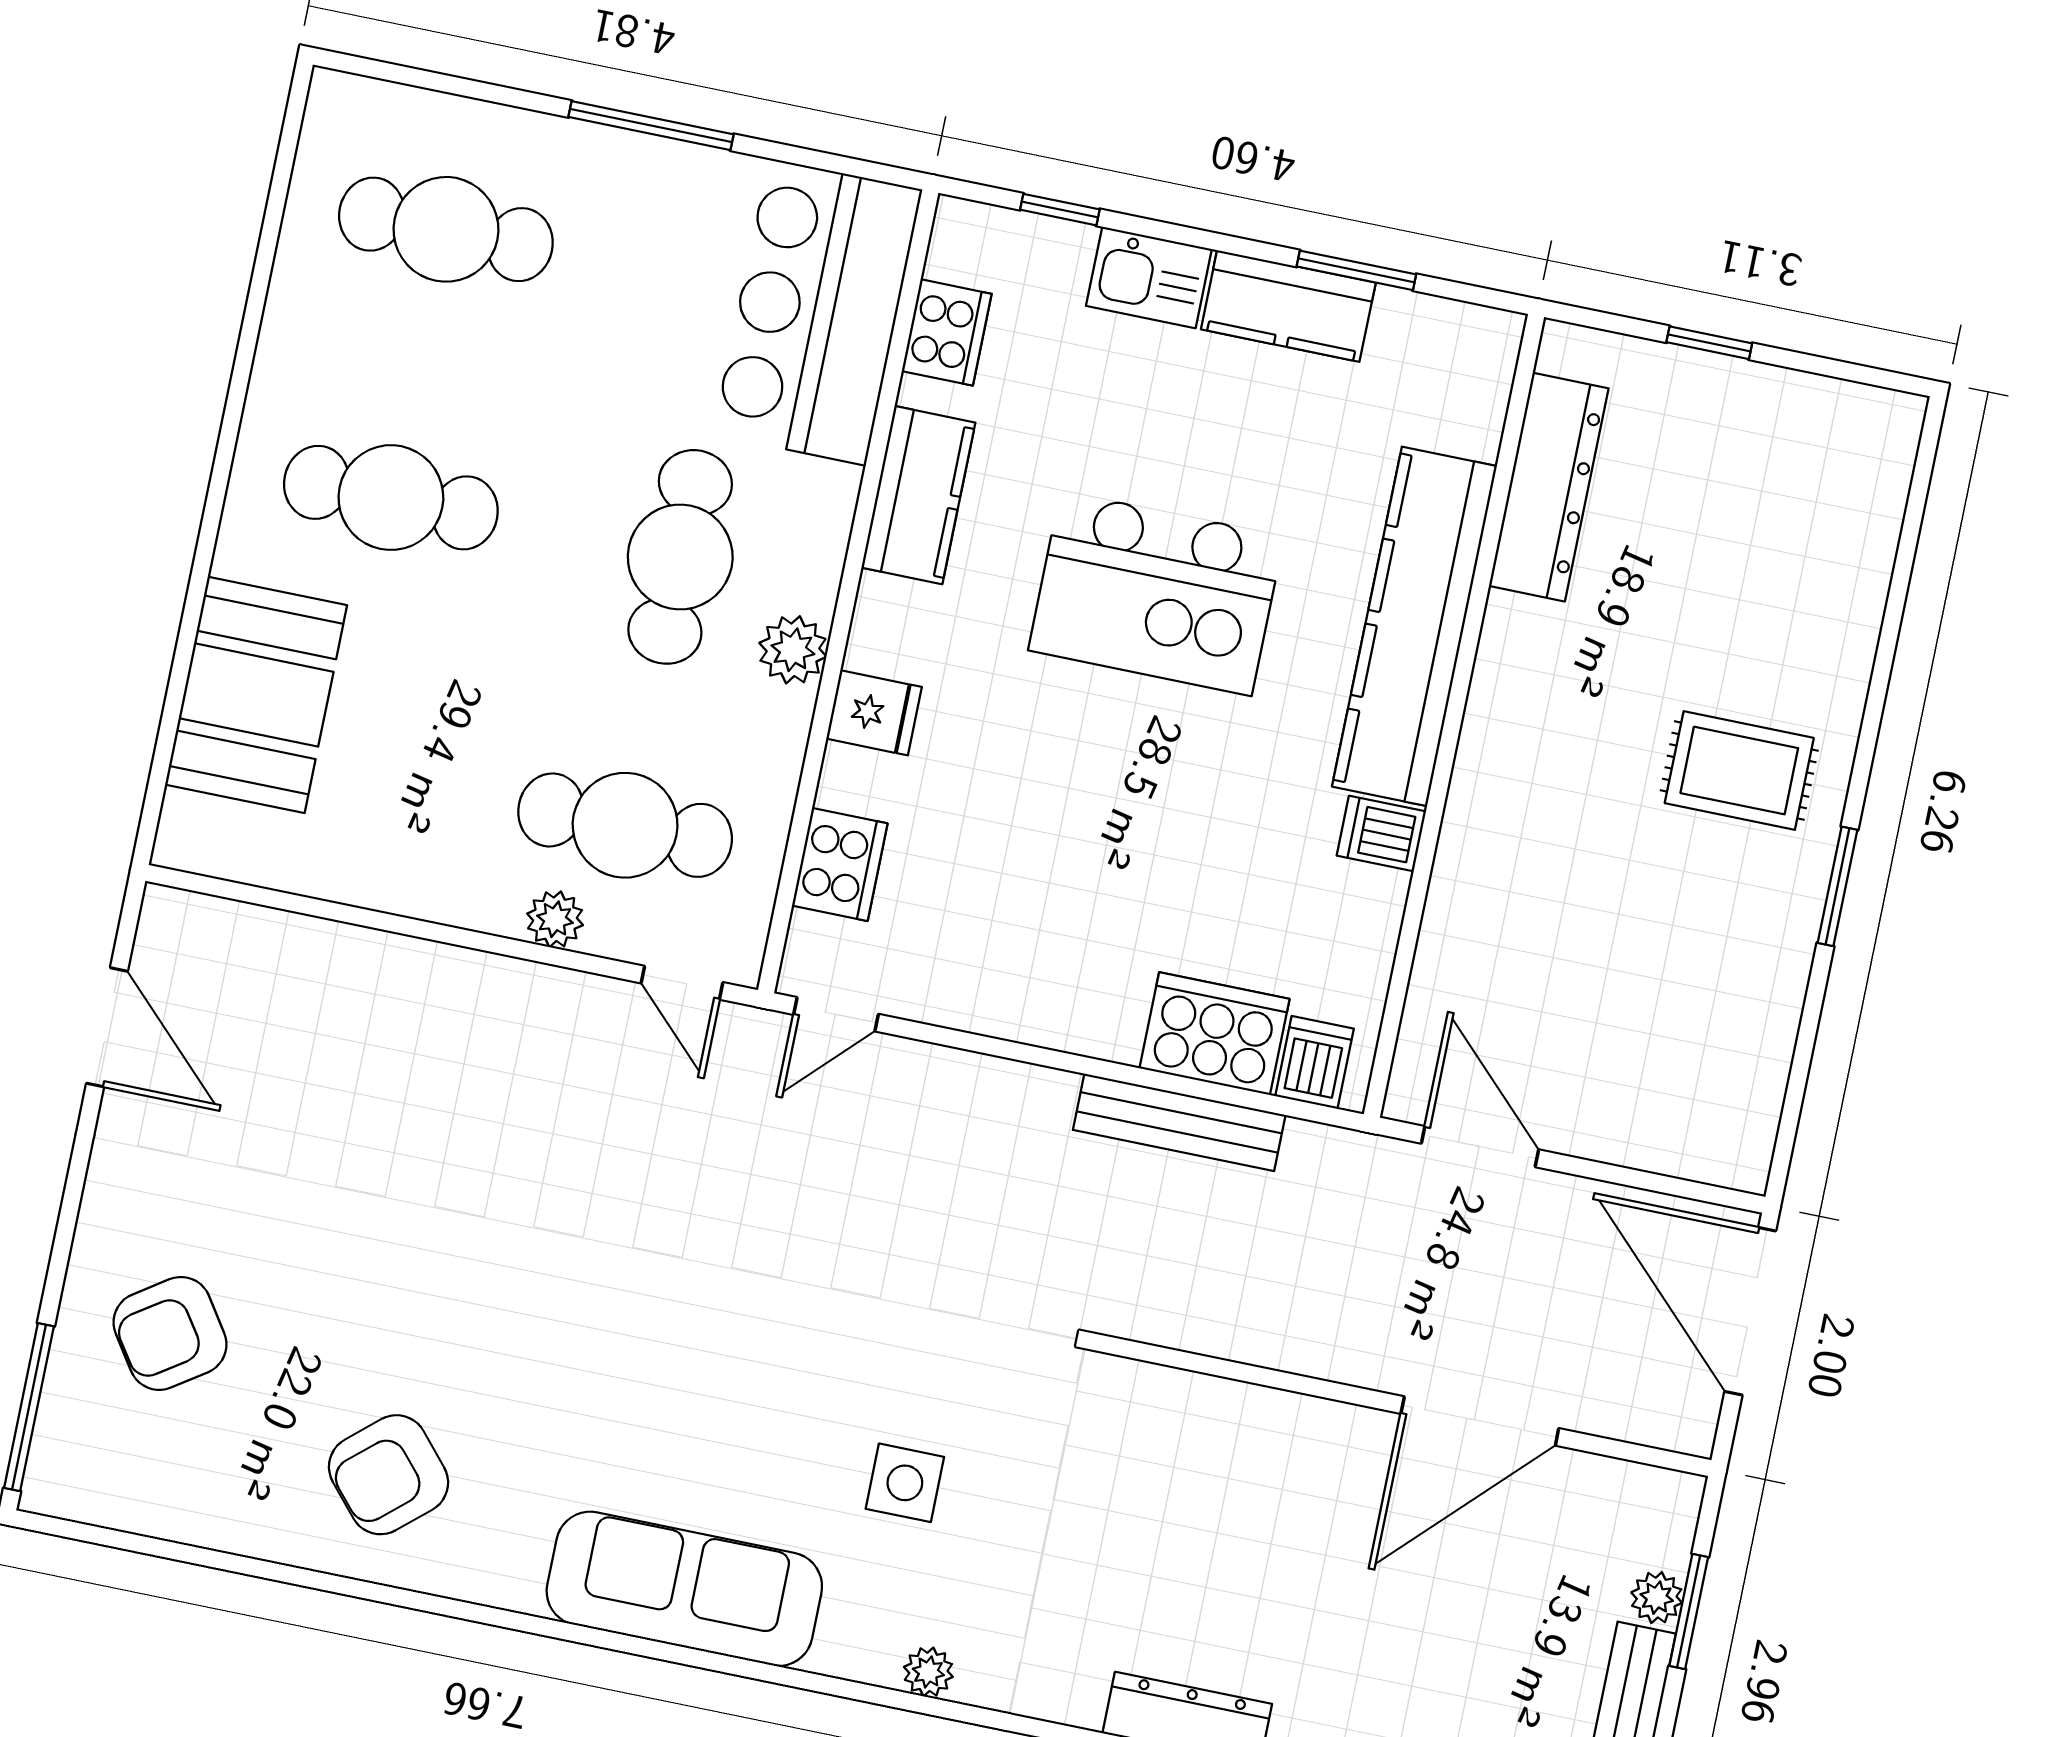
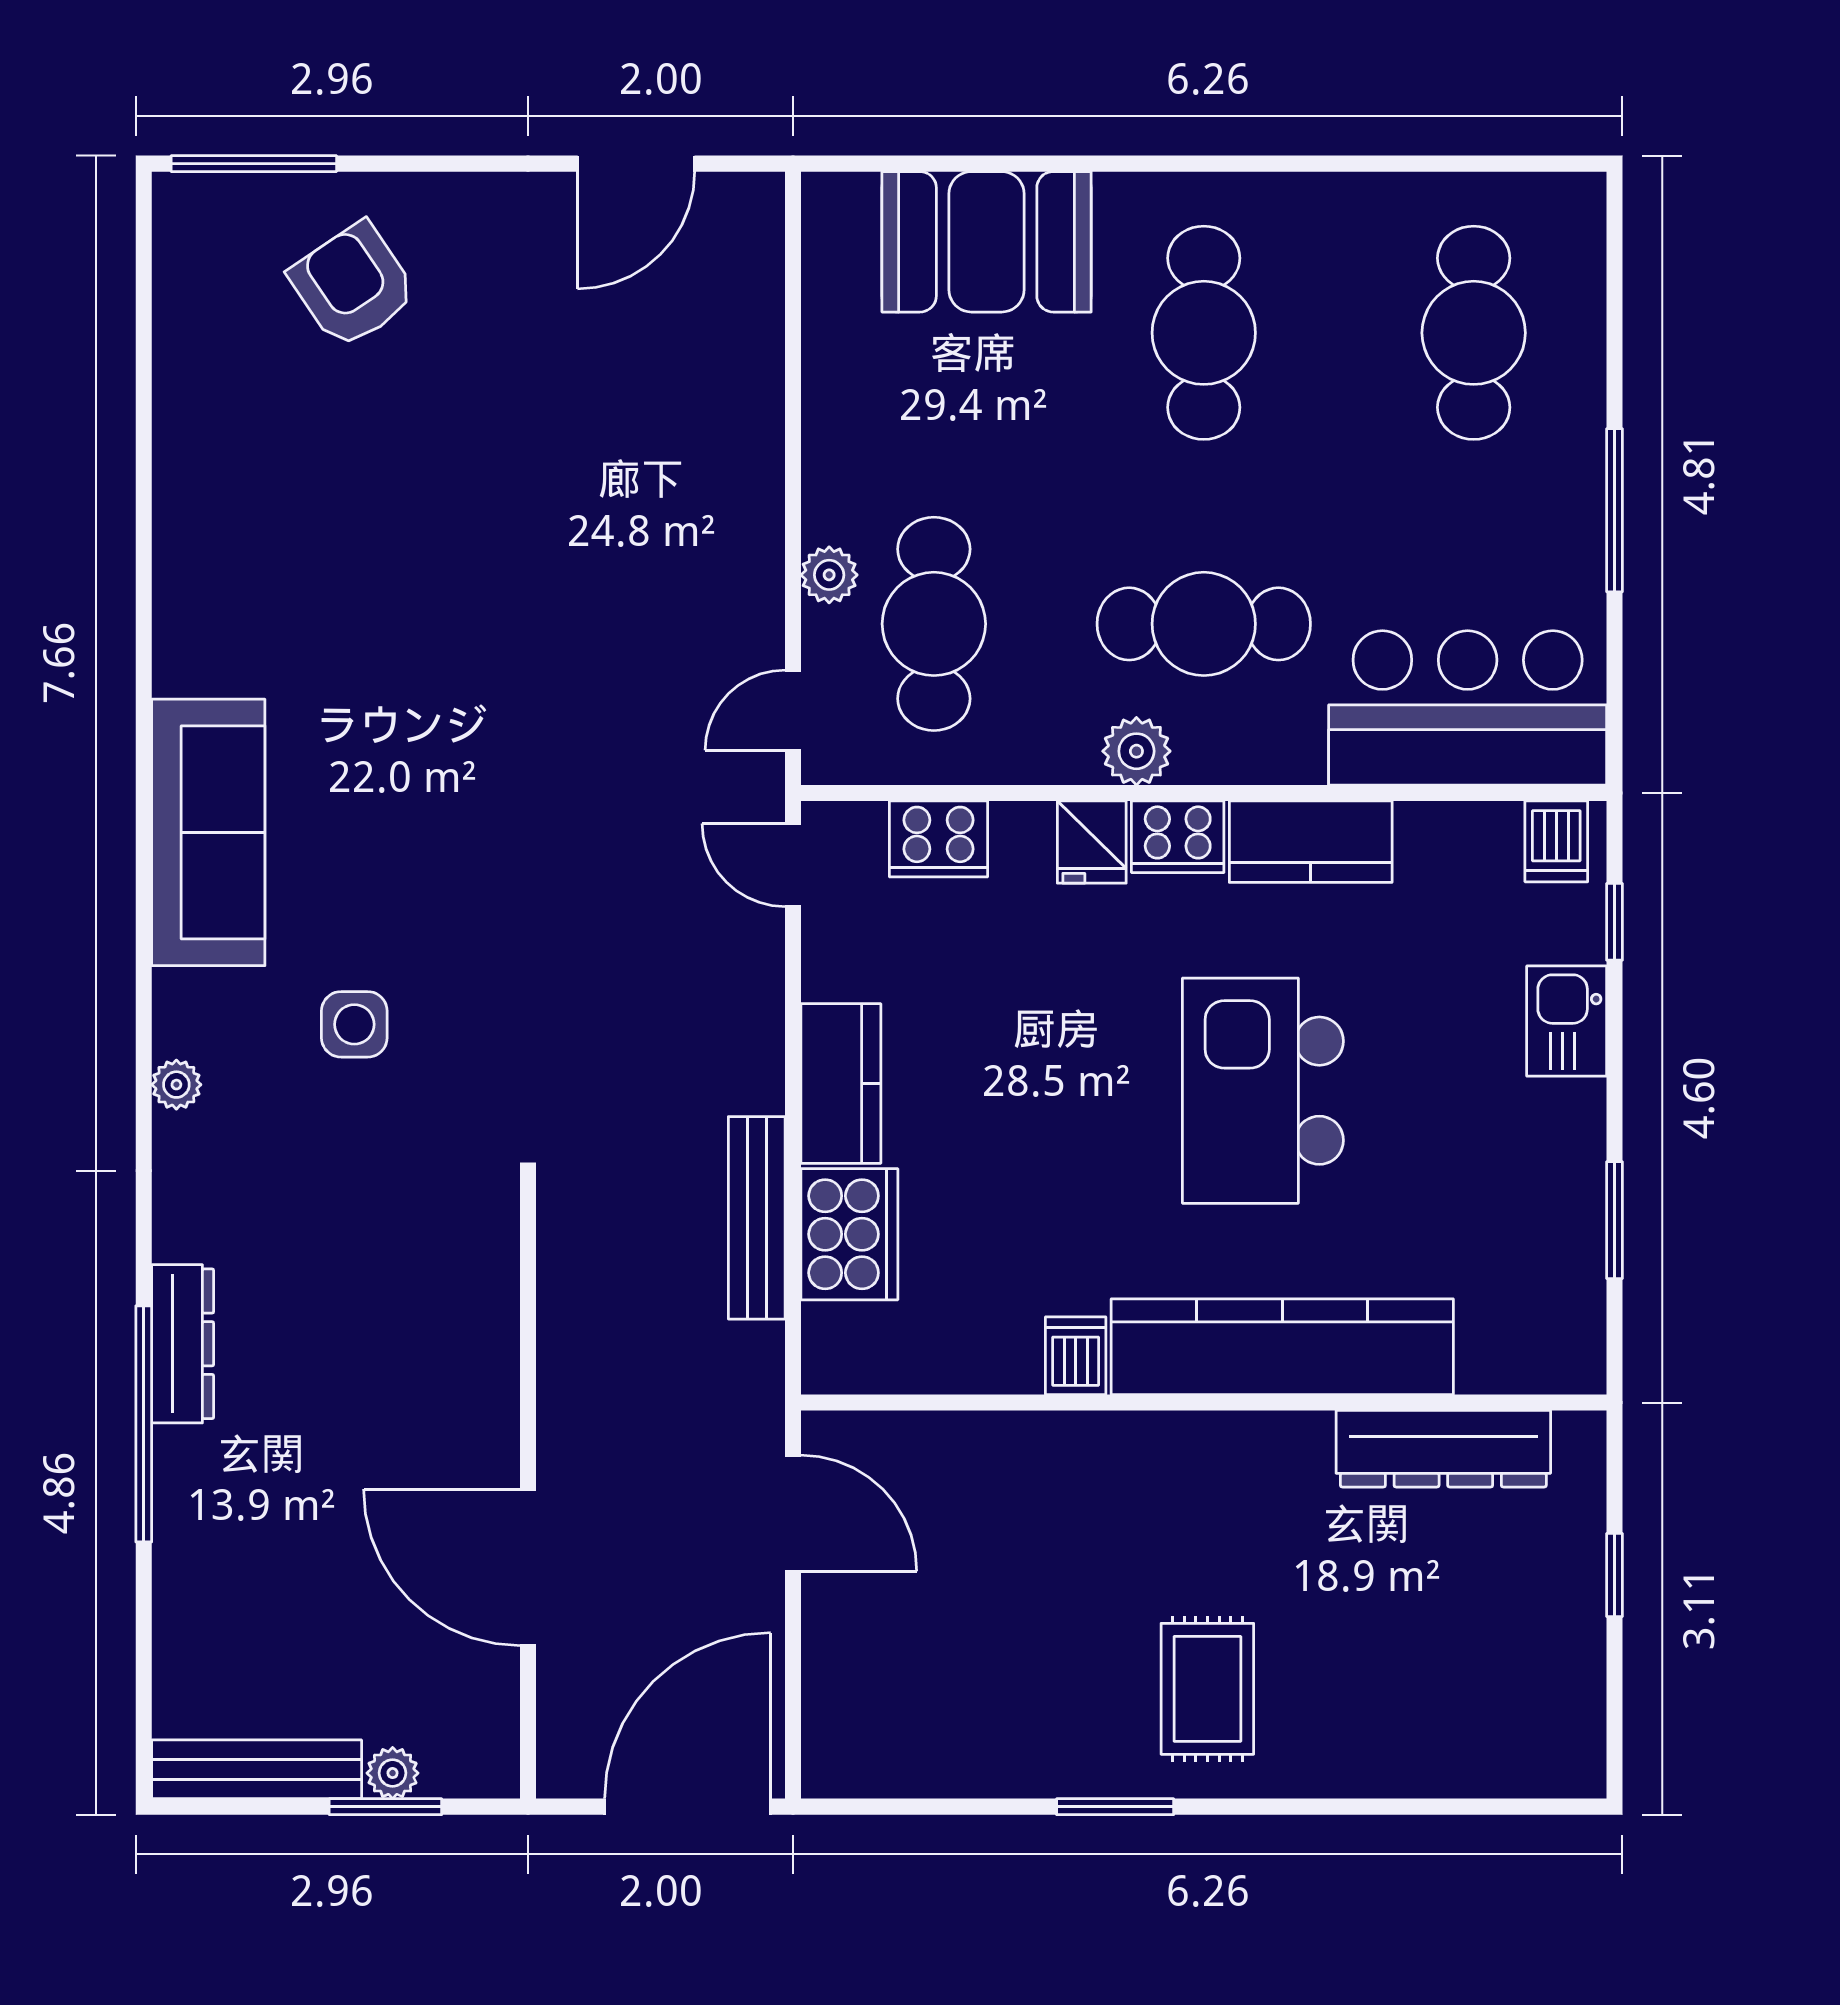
kitchen counter: (1288, 306) -> (841, 1083), moved, turned 180
cooker: (947, 332) -> (1178, 837), moved
dishwasher: (1314, 1062) -> (1556, 841), moved, turned 90
door: (1480, 1147) -> (793, 1513), hinge flipped
armchair: (389, 1475) -> (260, 524), removed

